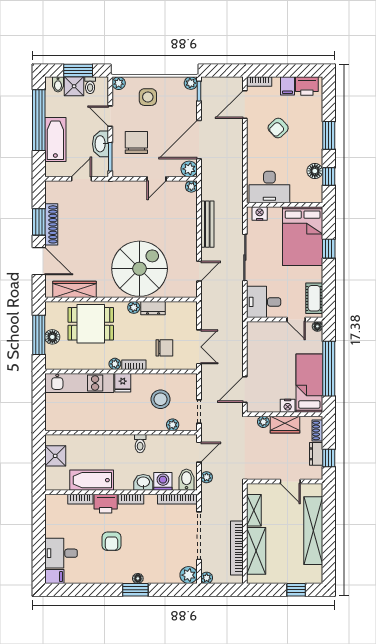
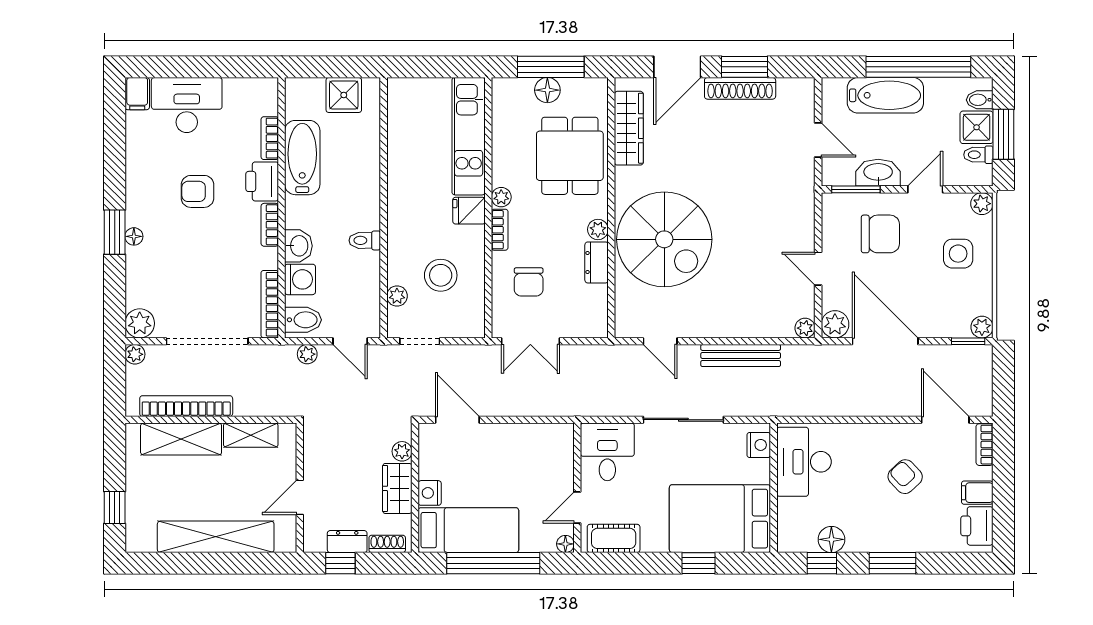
desk: (61, 553) -> (187, 105), width x1.37

